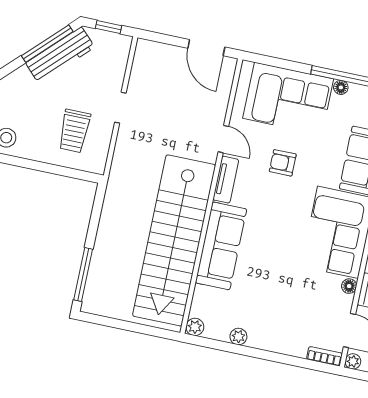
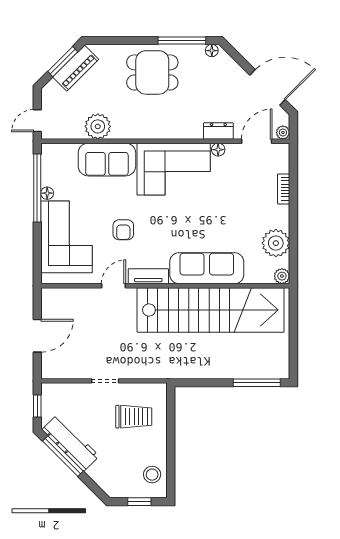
door: (206, 48) -> (37, 336), moved
plant: (238, 337) -> (276, 243), width x1.88, depth x1.88
bookcase: (324, 356) -> (284, 189), moved

